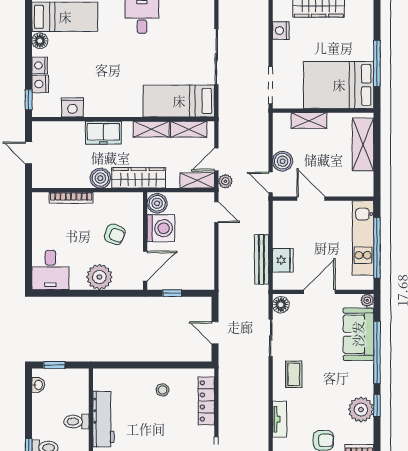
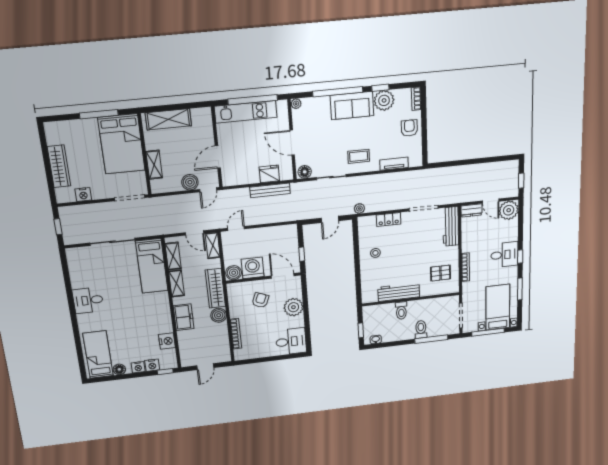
plant: (225, 181) -> (359, 209), moved
sofa: (358, 334) -> (352, 106), moved
locker: (206, 401) -> (389, 220), width x0.66

